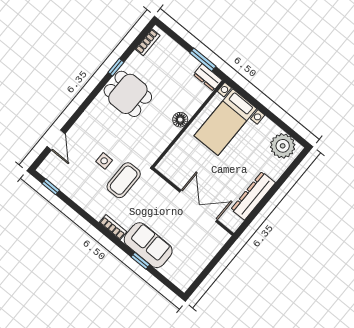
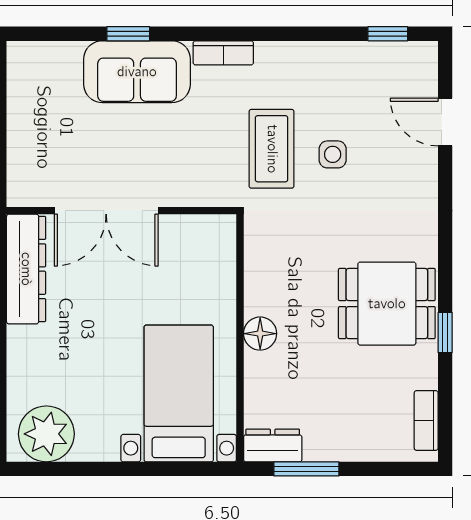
dresser: (253, 196) -> (26, 269), moved

